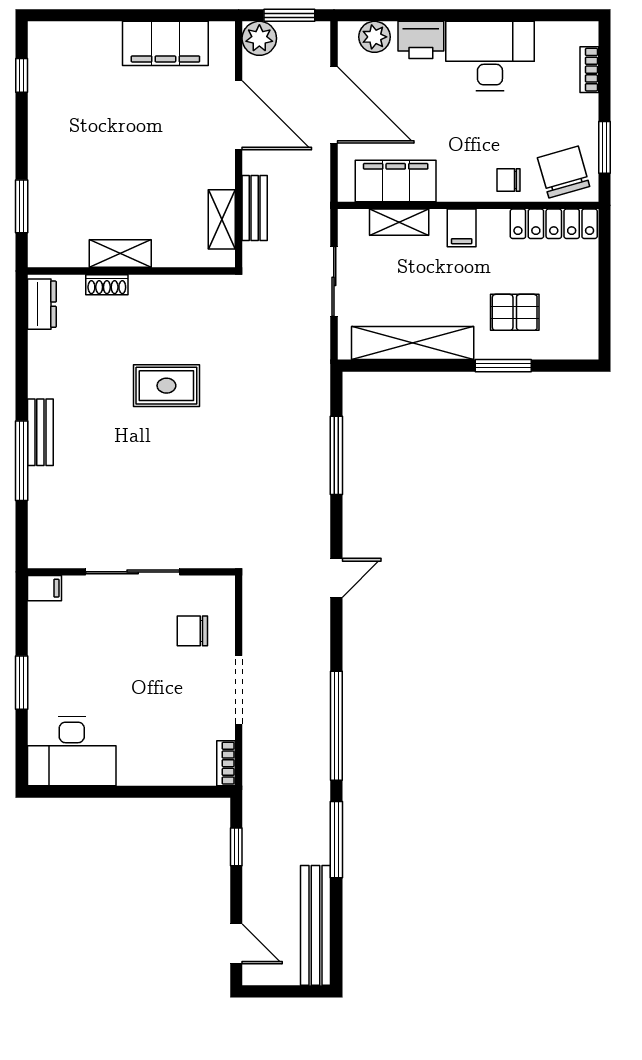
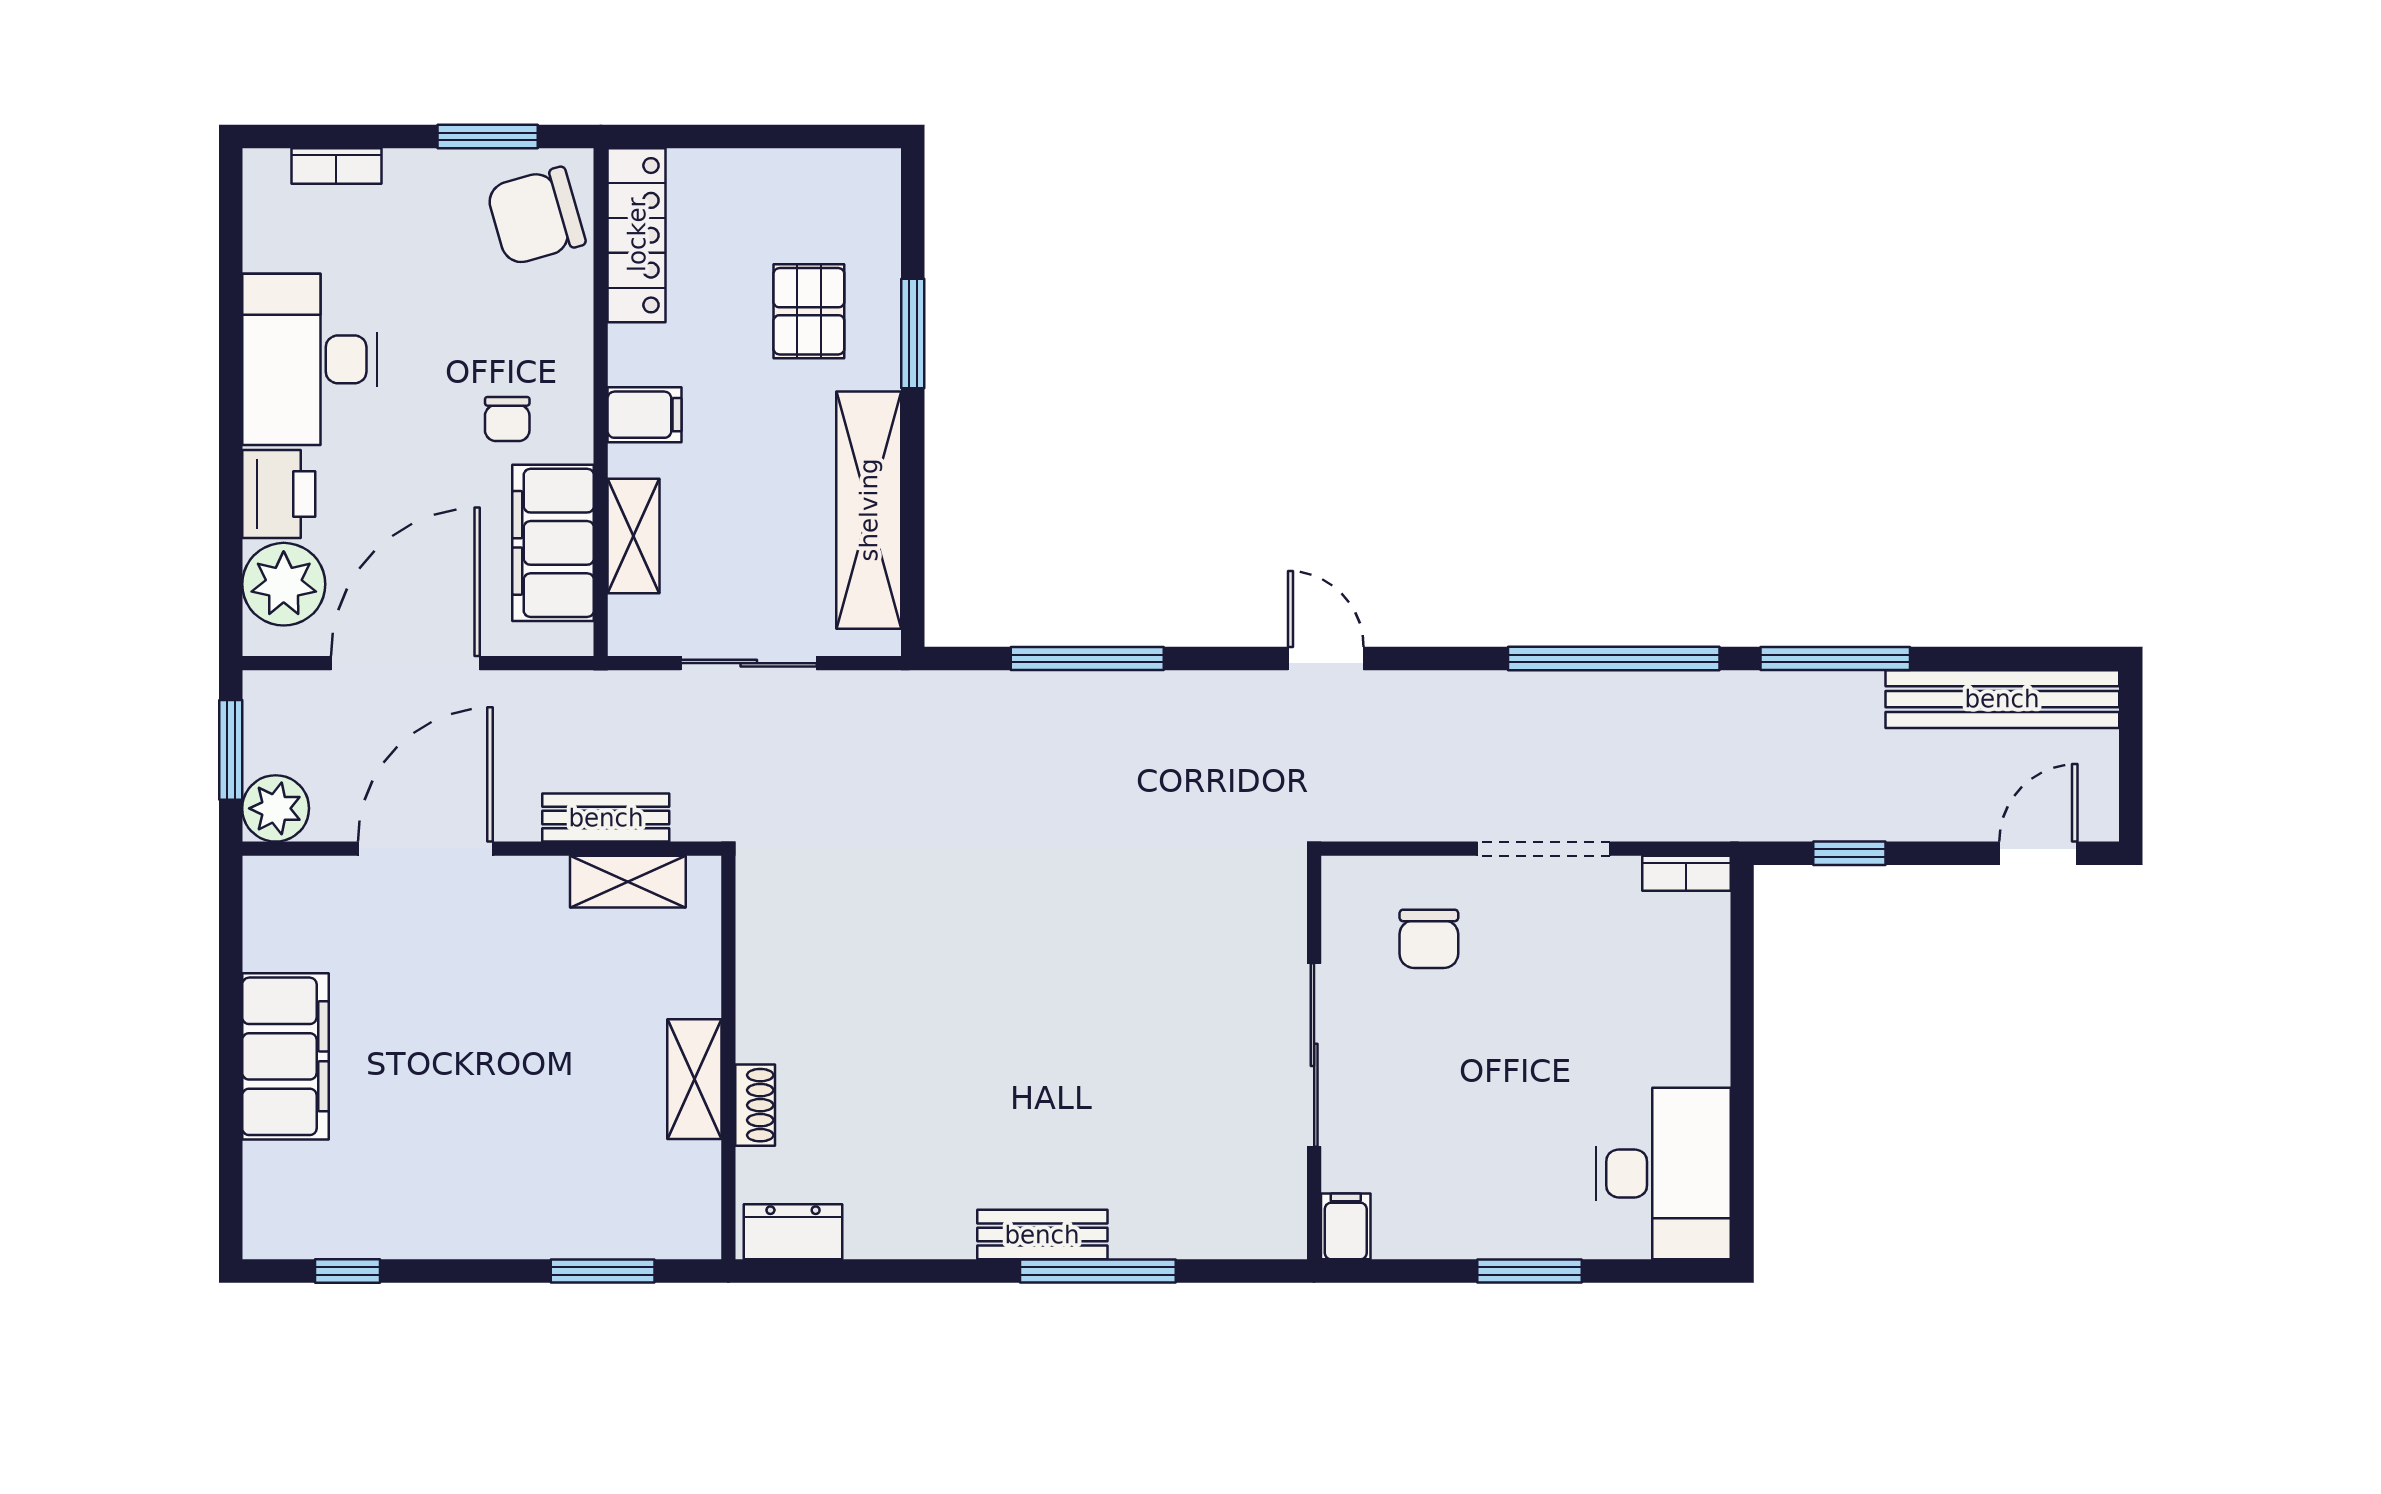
plant: (374, 37) -> (284, 584), width x1.36, depth x1.36
filing cabinet: (165, 43) -> (285, 1056), moved
chair: (509, 180) -> (507, 419), moved
rug: (166, 386) -> (952, 989), removed

